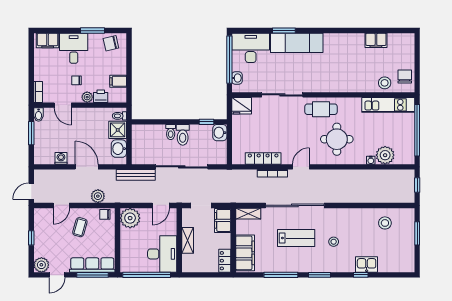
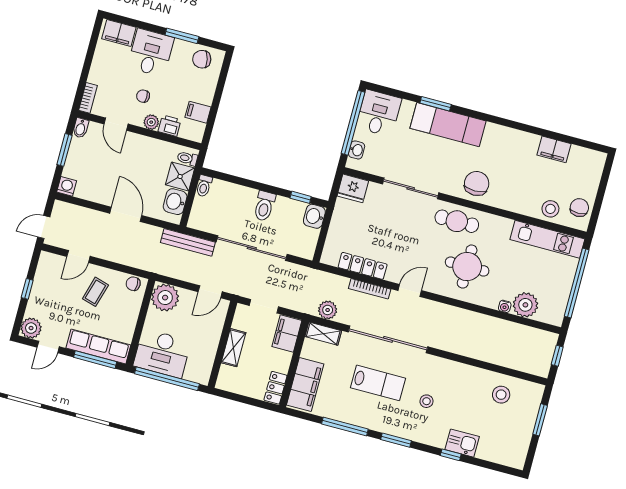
desk: (251, 48) -> (379, 113), width x0.73
chair: (328, 79) -> (477, 183), added
toilet: (171, 132) -> (204, 186), moved
washing machine: (61, 158) -> (67, 186), moved
plant: (98, 196) -> (328, 310), moved
desk: (162, 254) -> (162, 353), moved, turned 90

